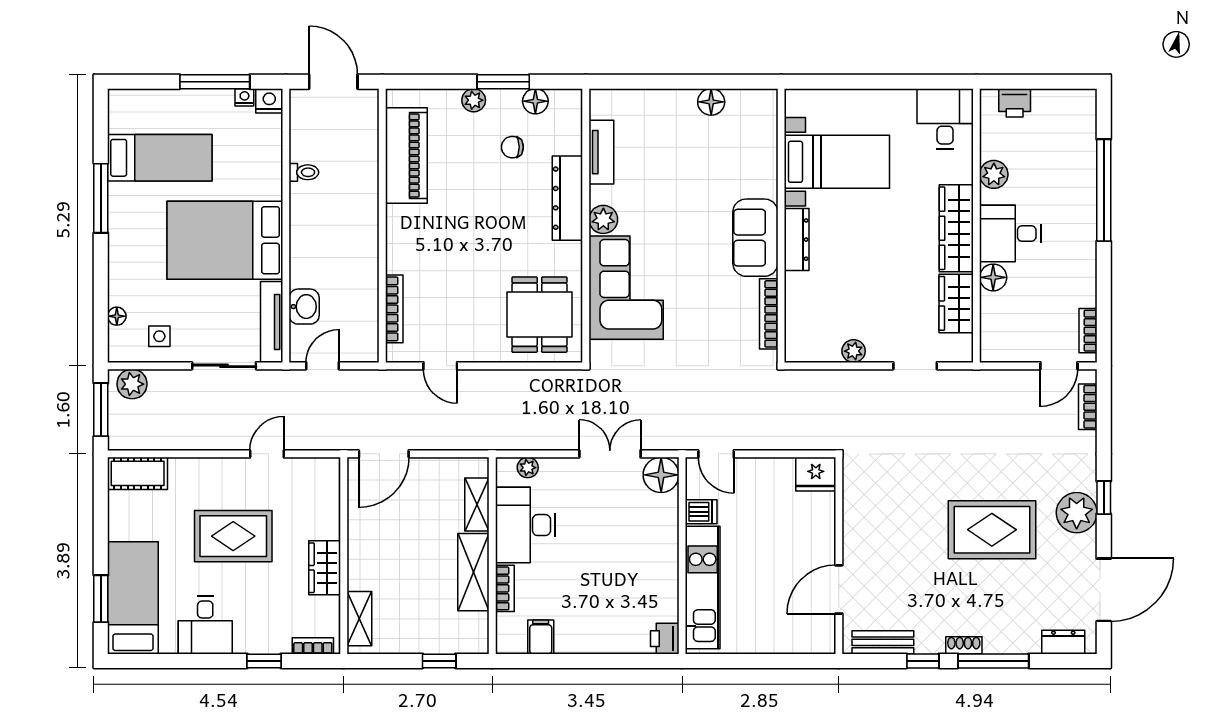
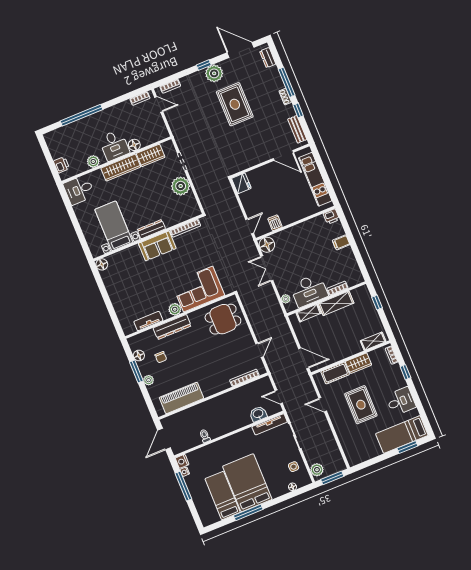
floor lamp: (711, 102) -> (102, 264), moved
bed: (225, 240) -> (247, 483), moved, turned 180
plant: (854, 351) -> (181, 186), width x1.88, depth x1.88
cot: (138, 473) -> (335, 373), moved, turned 90
kitchen unit: (703, 588) -> (315, 179), moved, turned -90
filing cabinet: (541, 637) -> (341, 242), moved

